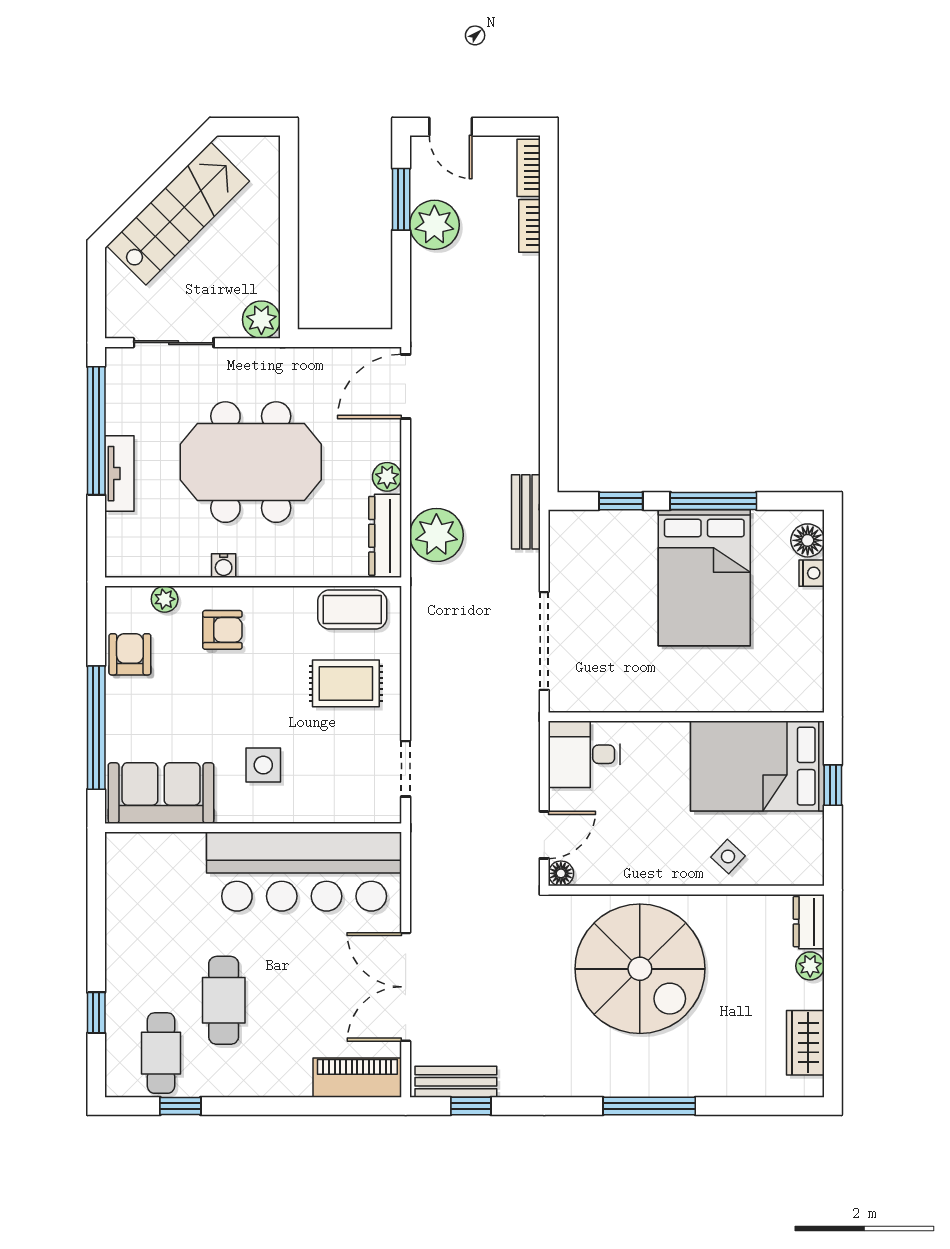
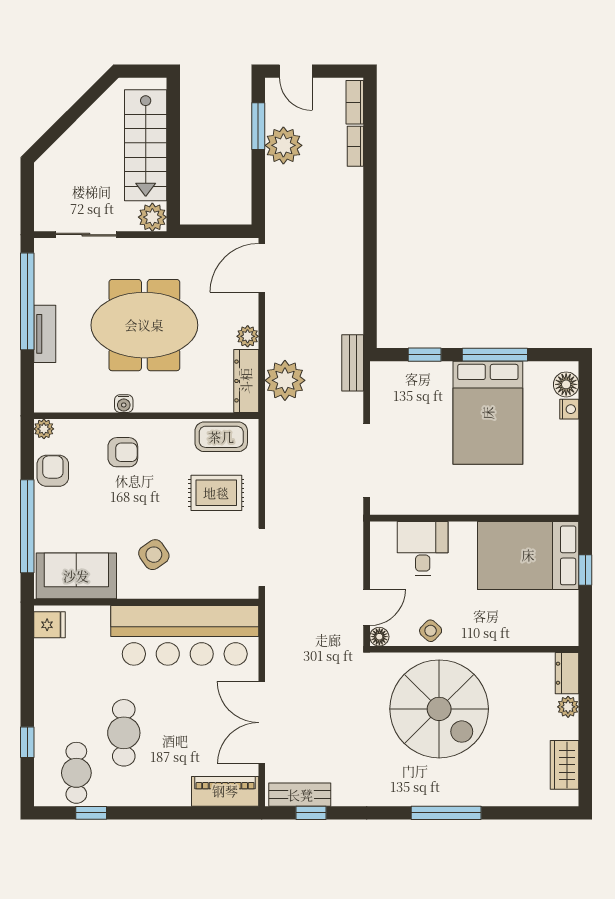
stairs: (178, 214) -> (146, 145), moved, turned 135
plant: (165, 599) -> (44, 429), moved
desk: (584, 754) -> (423, 548), moved, turned 90
side table: (263, 765) -> (154, 555), turned -35
doorway: (406, 769) -> (262, 557), width x1.38
side table: (728, 857) -> (431, 631), moved
fridge: (126, 858) -> (50, 625), added

